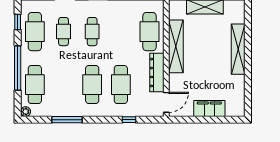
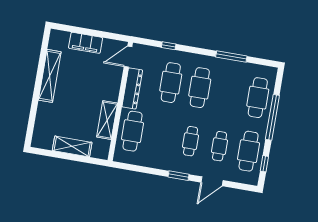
shelving: (176, 46) -> (107, 120), width x0.68
shelving: (238, 49) -> (50, 76), moved
plant: (26, 112) -> (272, 72), removed

